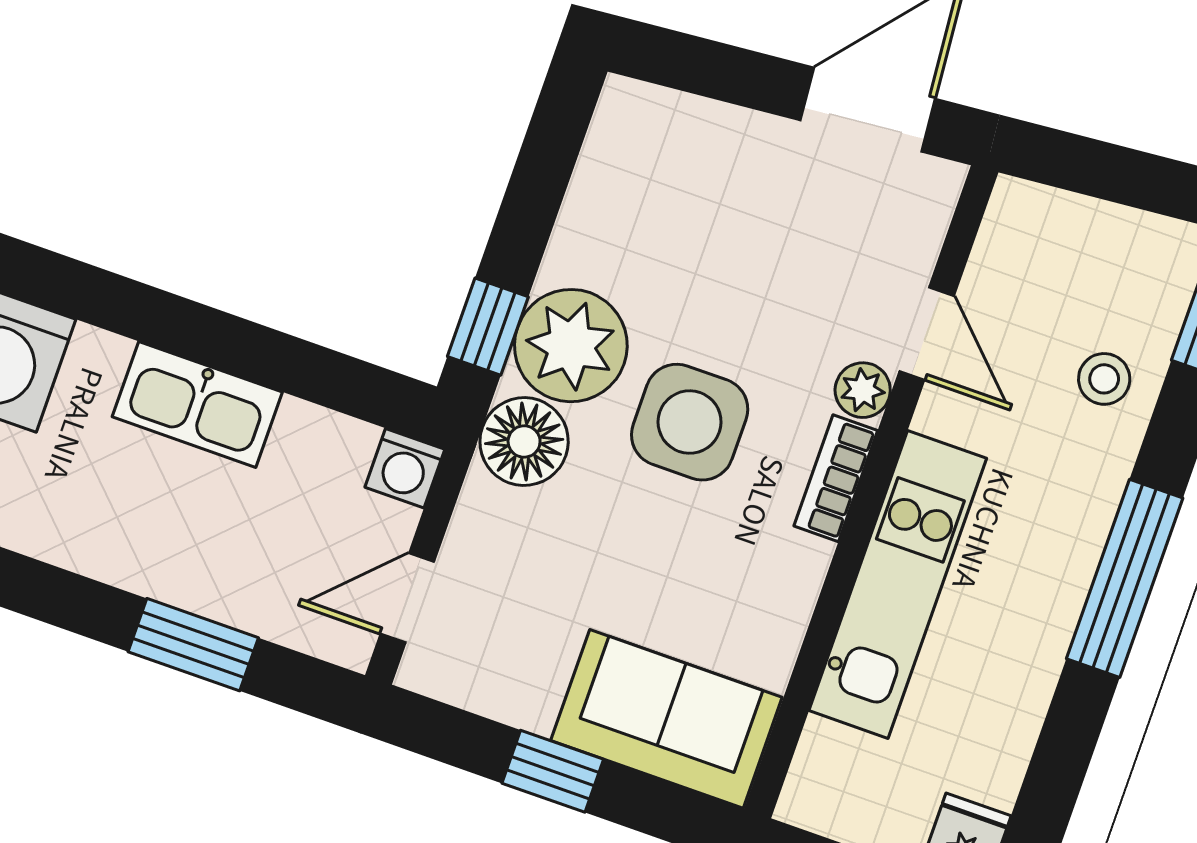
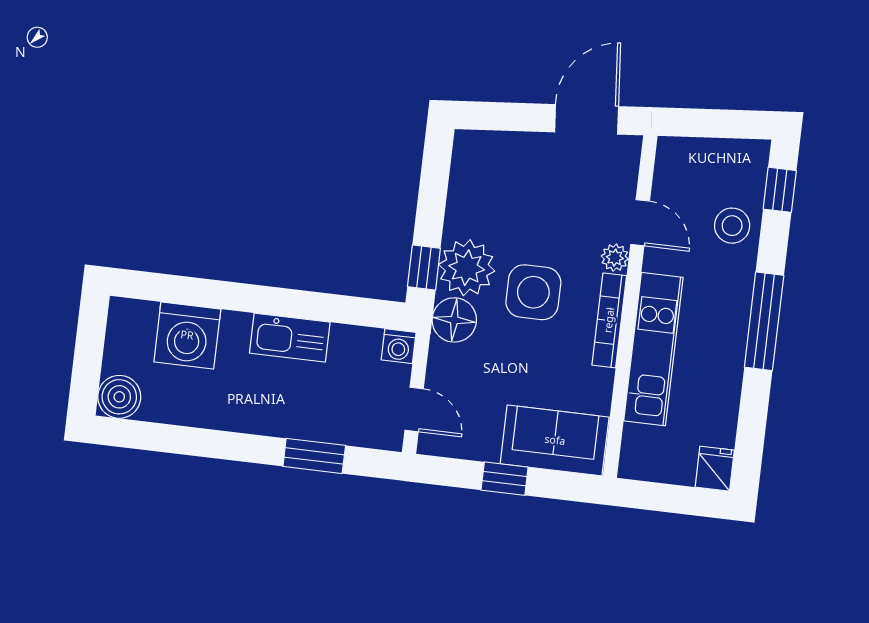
stool: (1104, 379) -> (732, 226), width x1.37, depth x1.37
bookcase: (836, 478) -> (609, 320), width x1.56
door: (407, 598) -> (414, 410), swing flipped

